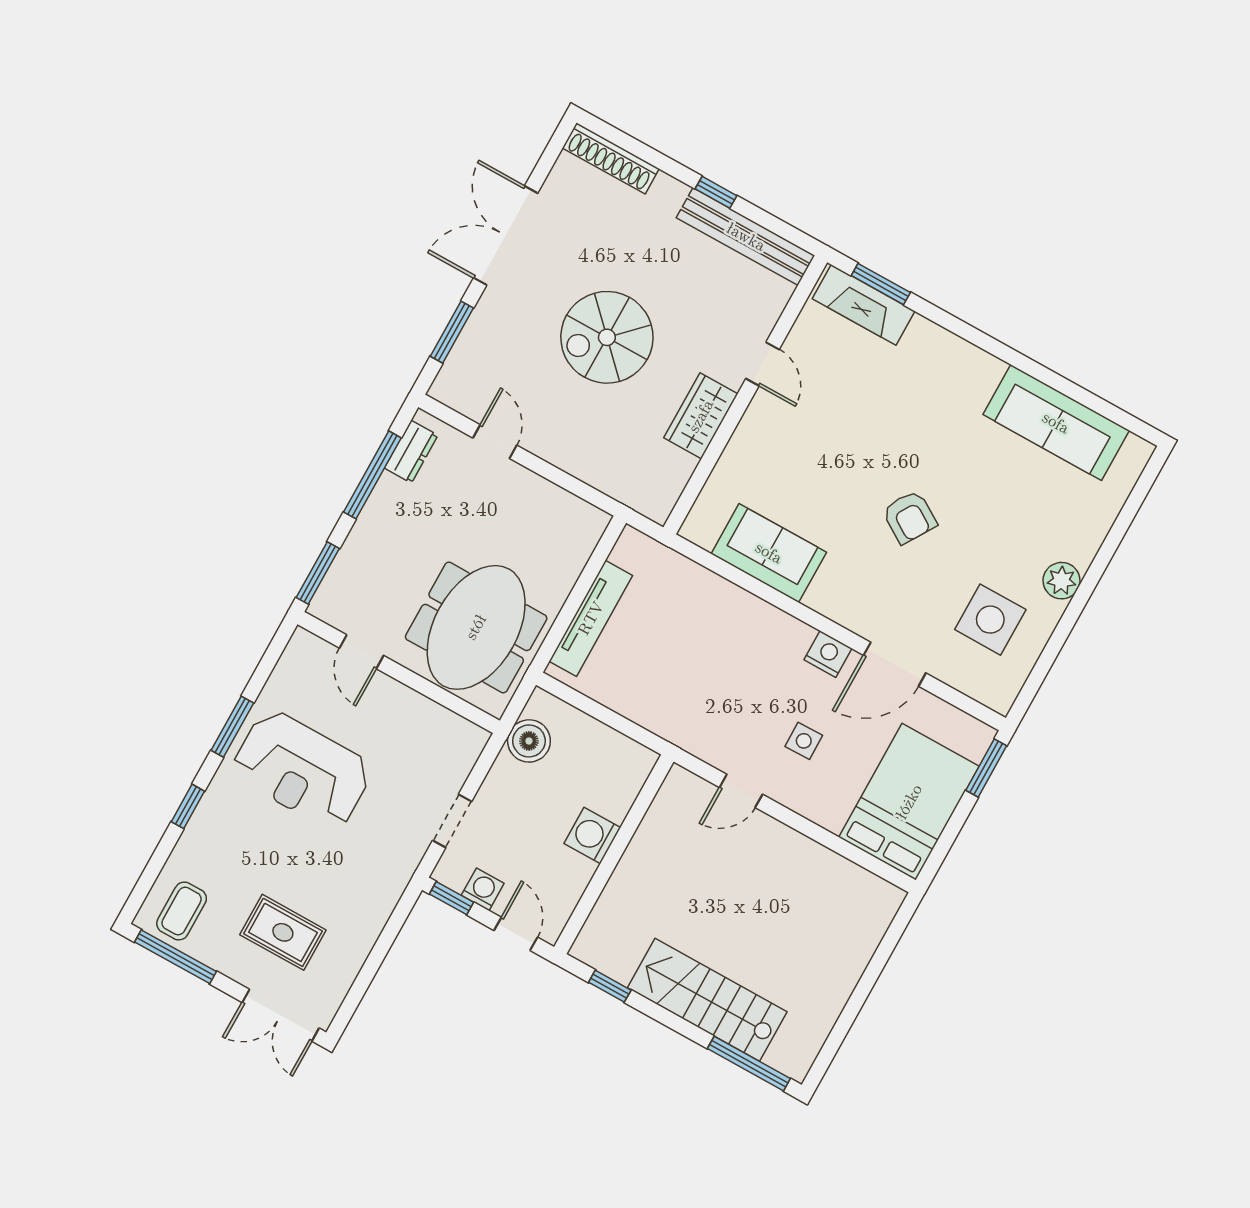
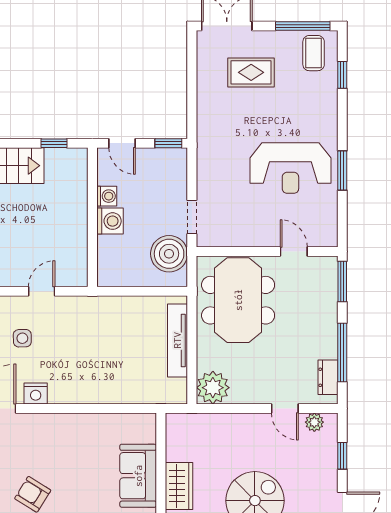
window: (452, 332) -> (342, 456), width x0.67
plant: (465, 400) -> (314, 422), added
plant: (578, 526) -> (213, 388), added
sofa: (769, 553) -> (138, 476), moved, turned 90
boiler: (529, 741) -> (169, 254), width x1.37, depth x1.37
reception desk: (302, 770) -> (290, 168), turned 180
window: (188, 806) -> (342, 75), moved
doorway: (452, 821) -> (192, 217), moved
washing machine: (483, 889) -> (107, 196), moved, turned -90

